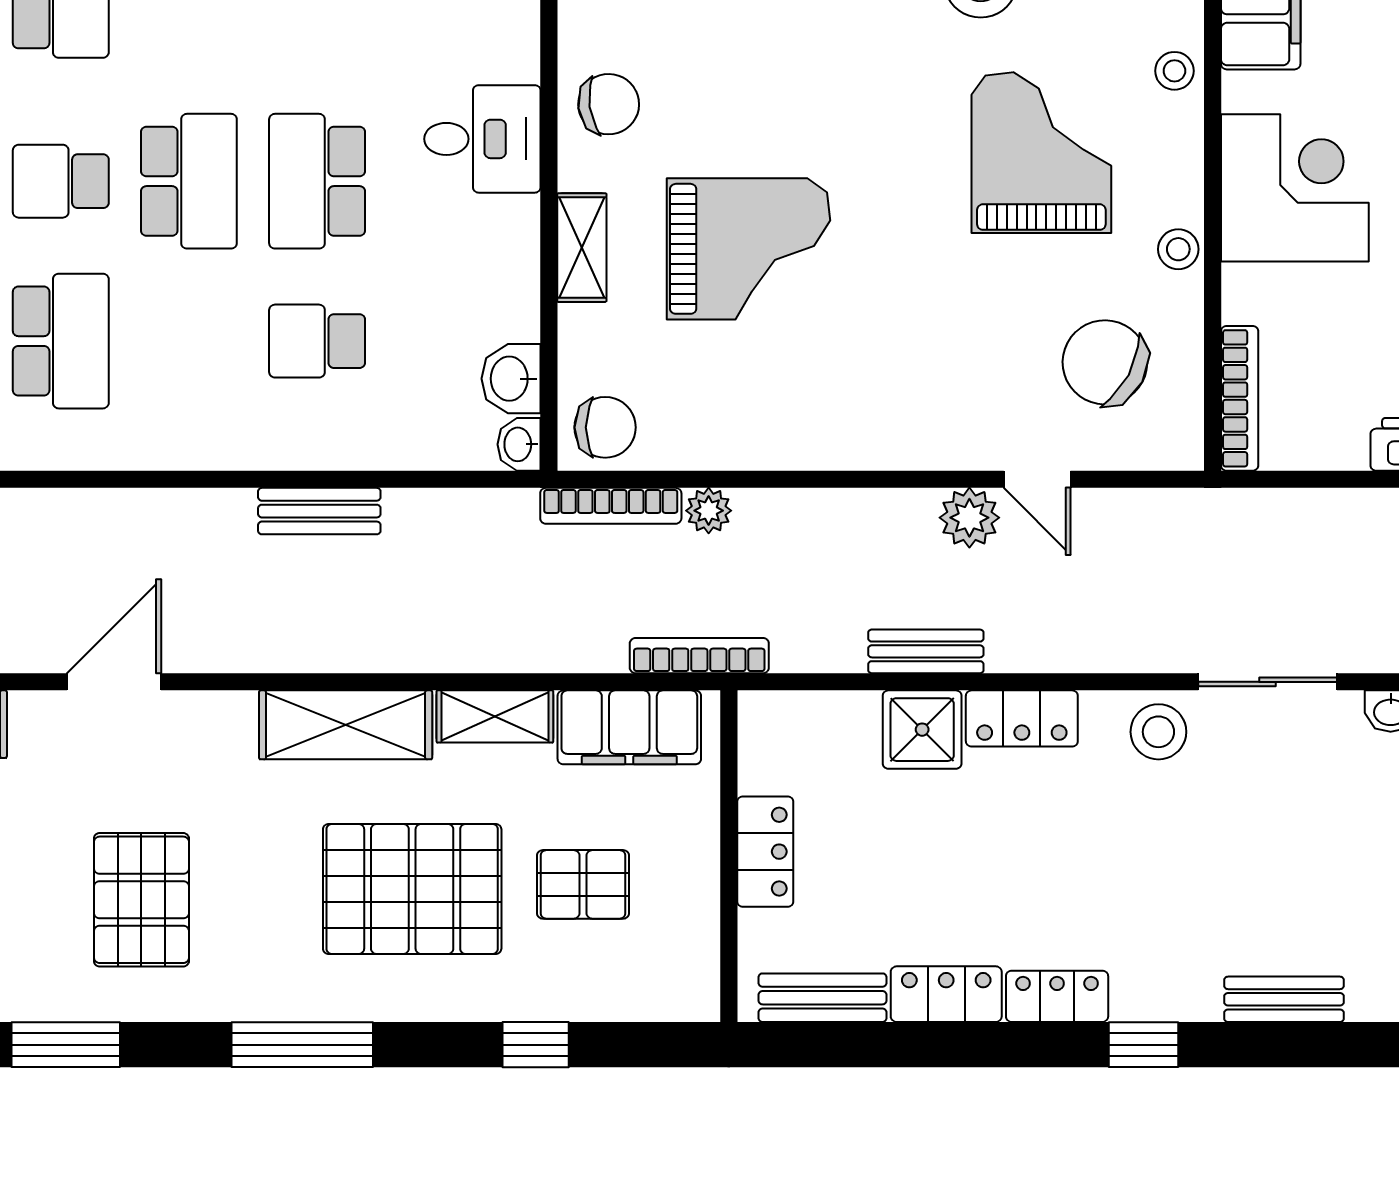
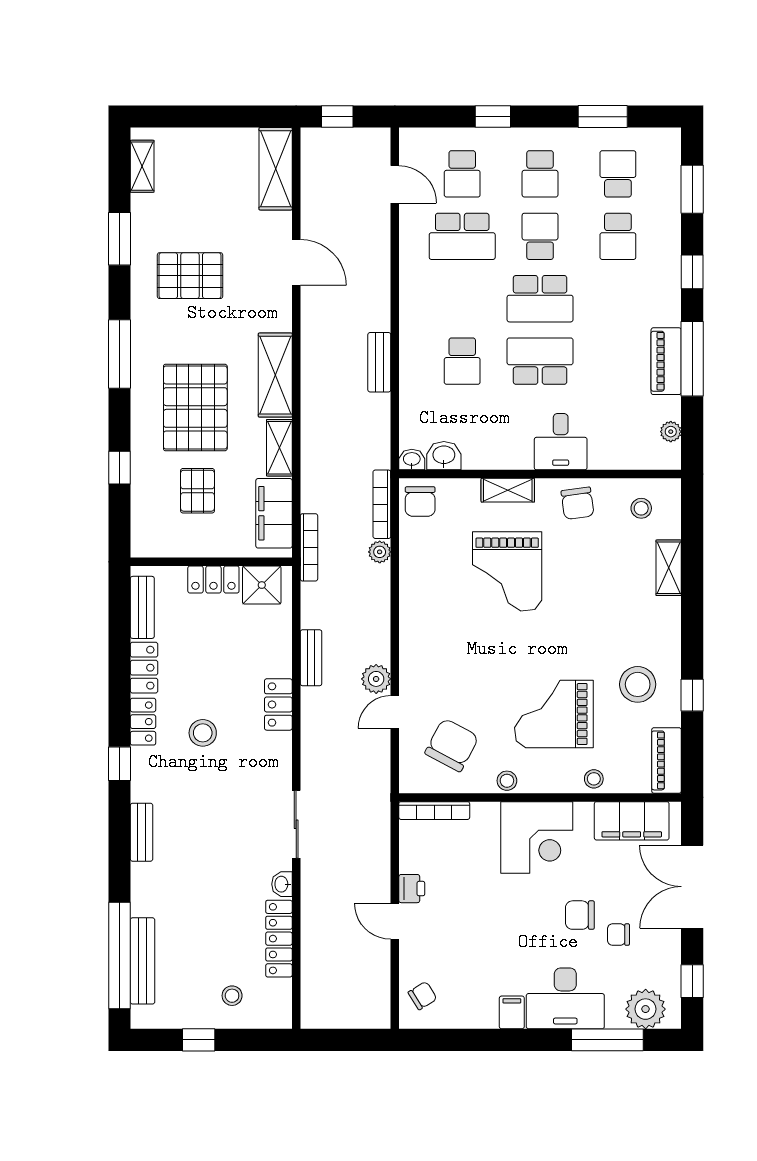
grand piano: (1041, 153) -> (554, 714), turned 180
school desk: (317, 341) -> (462, 361), turned 180
shower: (922, 730) -> (262, 585), moved
stool: (1158, 732) -> (203, 733), moved

